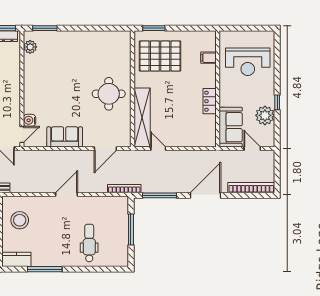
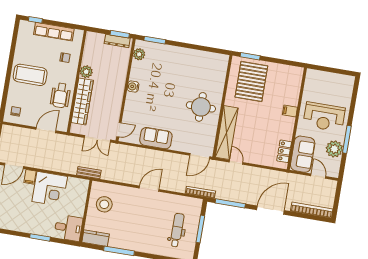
pallet: (160, 56) -> (251, 81), turned 90
filing cabinet: (208, 58) -> (290, 111), moved
reception desk: (248, 62) -> (324, 117), moved
locker: (210, 101) -> (284, 151), moved
window: (277, 102) -> (347, 139), width x2.17
water cooler: (30, 120) -> (133, 87), moved
door: (105, 149) -> (200, 156), moved
dental chair: (89, 243) -> (177, 230), moved

